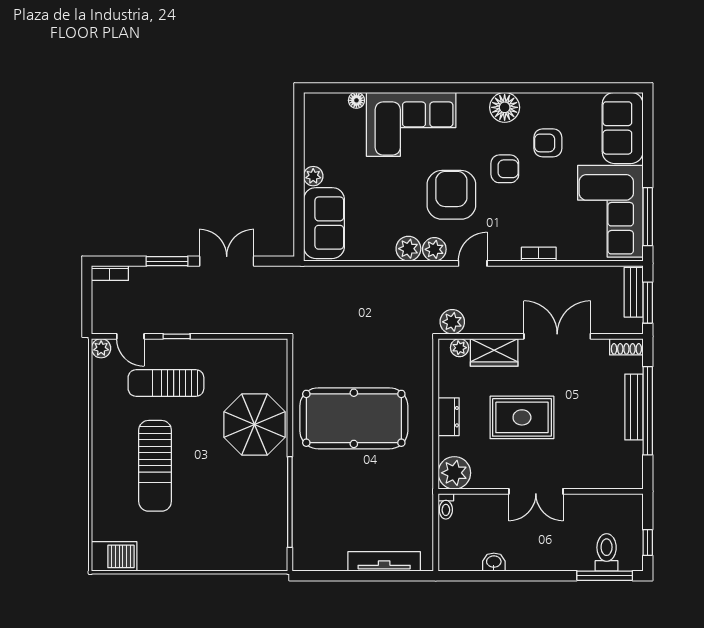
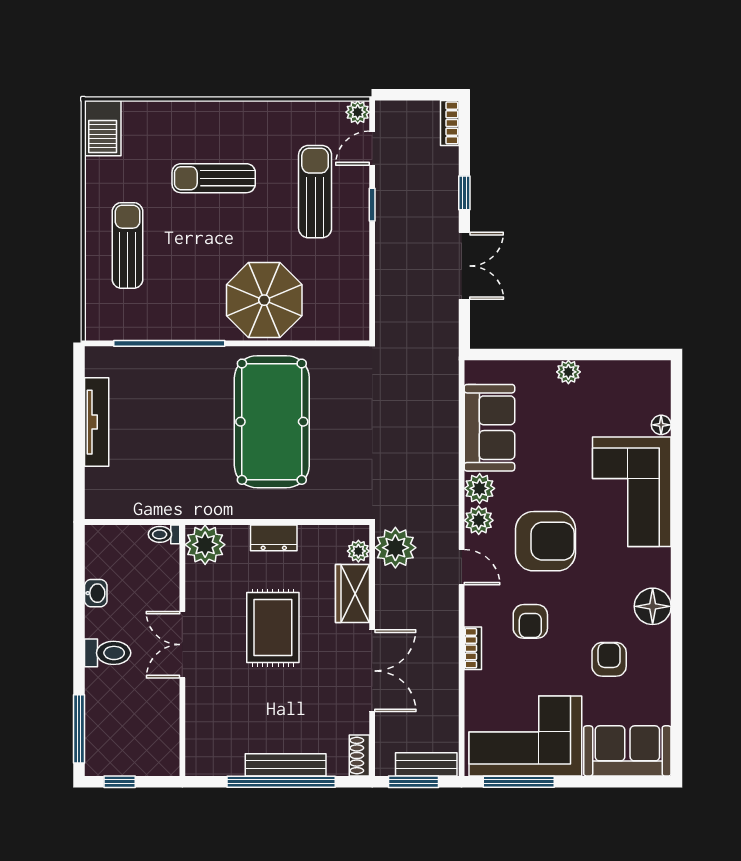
armchair: (505, 169) -> (530, 621), moved
sofa: (324, 223) -> (489, 428), moved, turned -90
window: (167, 261) -> (464, 193), width x0.67
plant: (452, 322) -> (395, 548), width x1.36, depth x1.36
sun lounger: (155, 466) -> (214, 178), width x0.73, depth x0.75
sun lounger: (210, 536) -> (128, 245), added
toilet: (607, 552) -> (108, 653), moved
tv unit: (384, 561) -> (97, 422), moved

